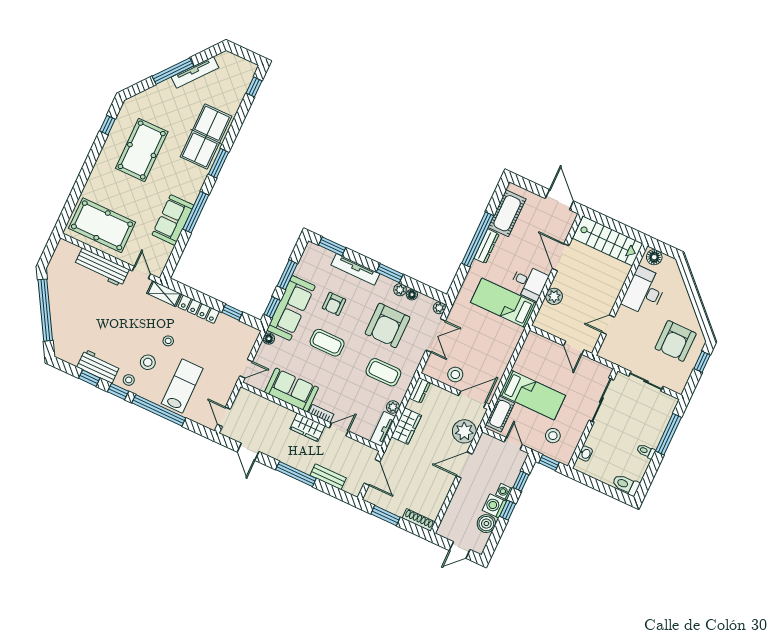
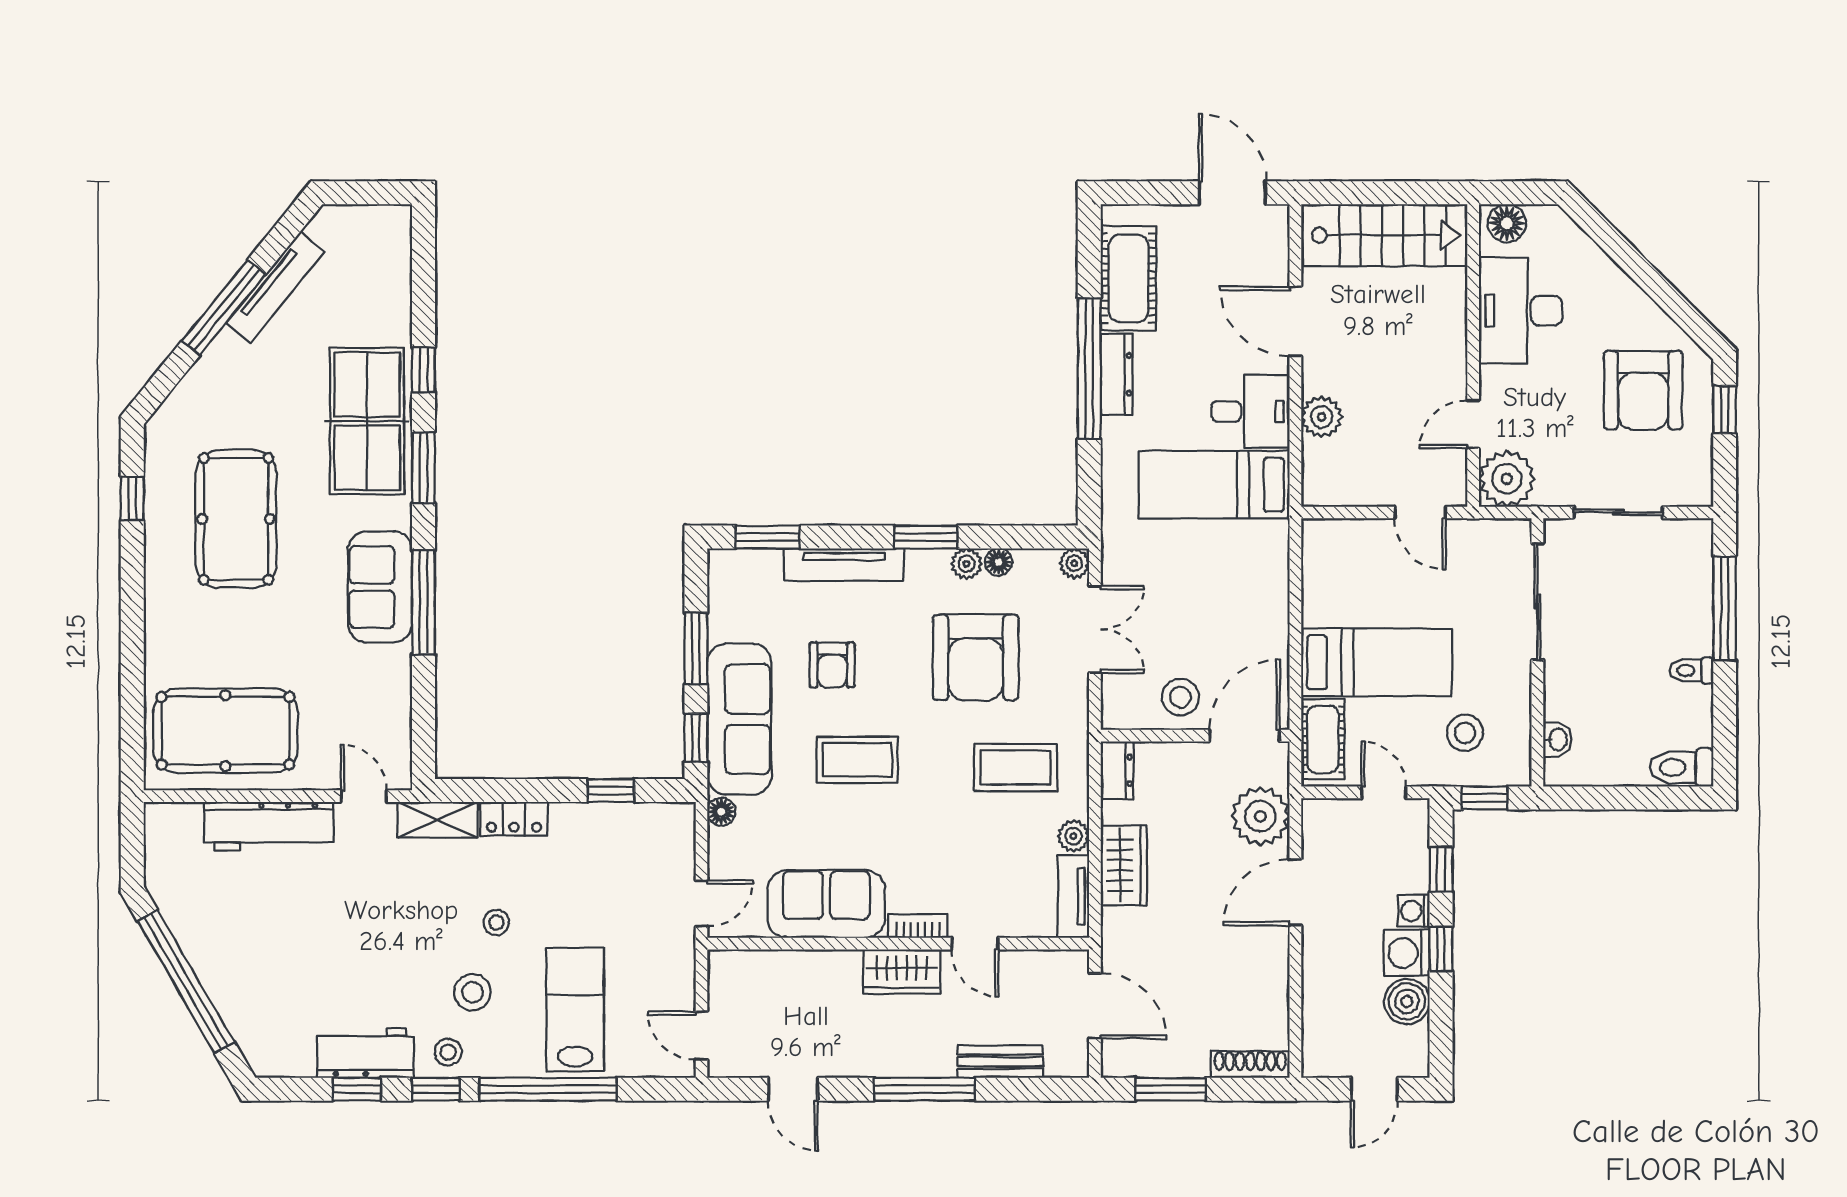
window: (254, 87) -> (424, 370), moved
sofa: (173, 220) -> (380, 587), moved
locker: (199, 309) -> (514, 819), width x0.66
plant: (611, 350) -> (1507, 479), added
door: (339, 429) -> (975, 944), swing flipped

